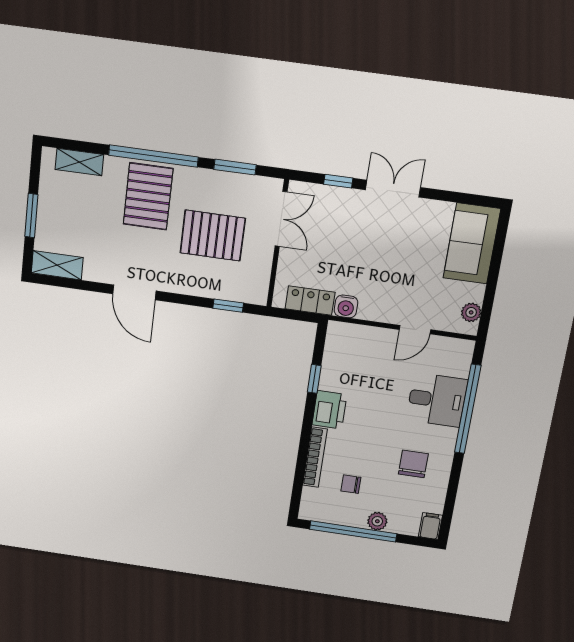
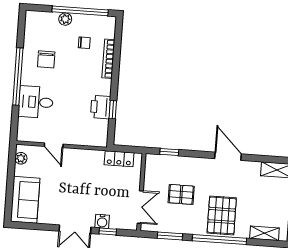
double door: (281, 219) -> (140, 207), swing flipped
pallet: (213, 236) -> (181, 194), width x0.67, depth x0.71
water cooler: (346, 306) -> (102, 221), moved, turned 180
door: (415, 330) -> (54, 145), swing flipped
window: (468, 409) -> (18, 77), moved
printer: (329, 410) -> (101, 107), moved
filing cabinet: (430, 526) -> (31, 19), removed

